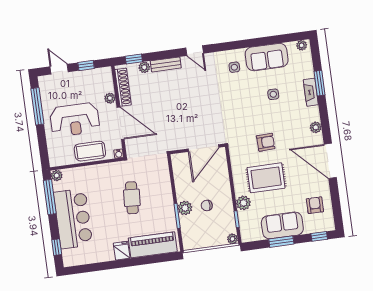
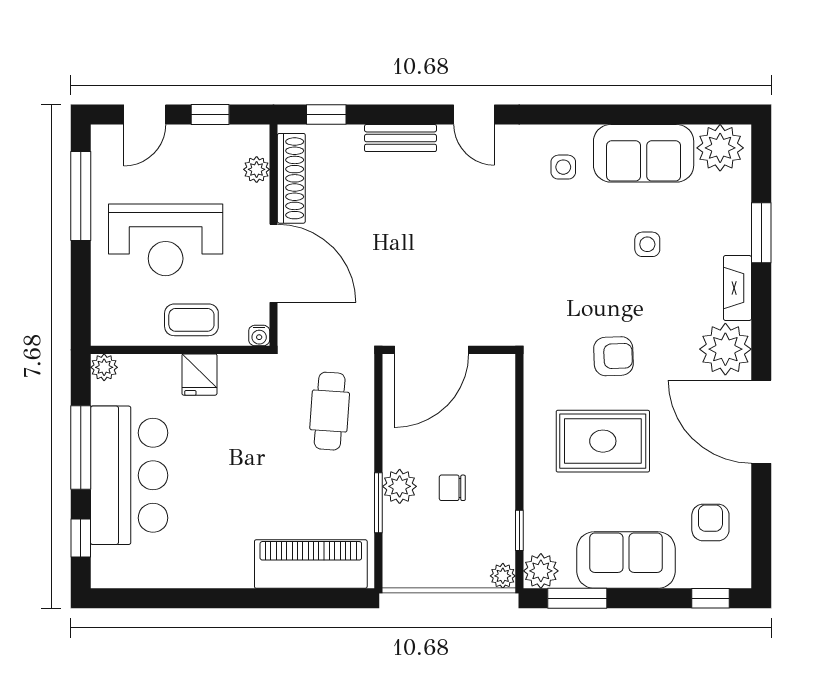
plant: (302, 45) -> (720, 148), width x1.87, depth x1.87
plant: (144, 67) -> (348, 138), removed
door: (59, 69) -> (145, 115), swing flipped
fireplace: (311, 92) -> (737, 288), moved
plant: (110, 98) -> (257, 169), moved
plant: (316, 127) -> (725, 349), width x1.87, depth x1.87
door: (203, 148) -> (432, 350), moved
coffee table: (90, 151) -> (191, 320), width x0.73, depth x0.77
window: (50, 197) -> (81, 447), moved
cafe table: (132, 198) -> (330, 411), moved
plant: (243, 203) -> (541, 571), moved
window: (281, 242) -> (577, 598), moved
fridge: (122, 251) -> (199, 375), moved, turned 180

